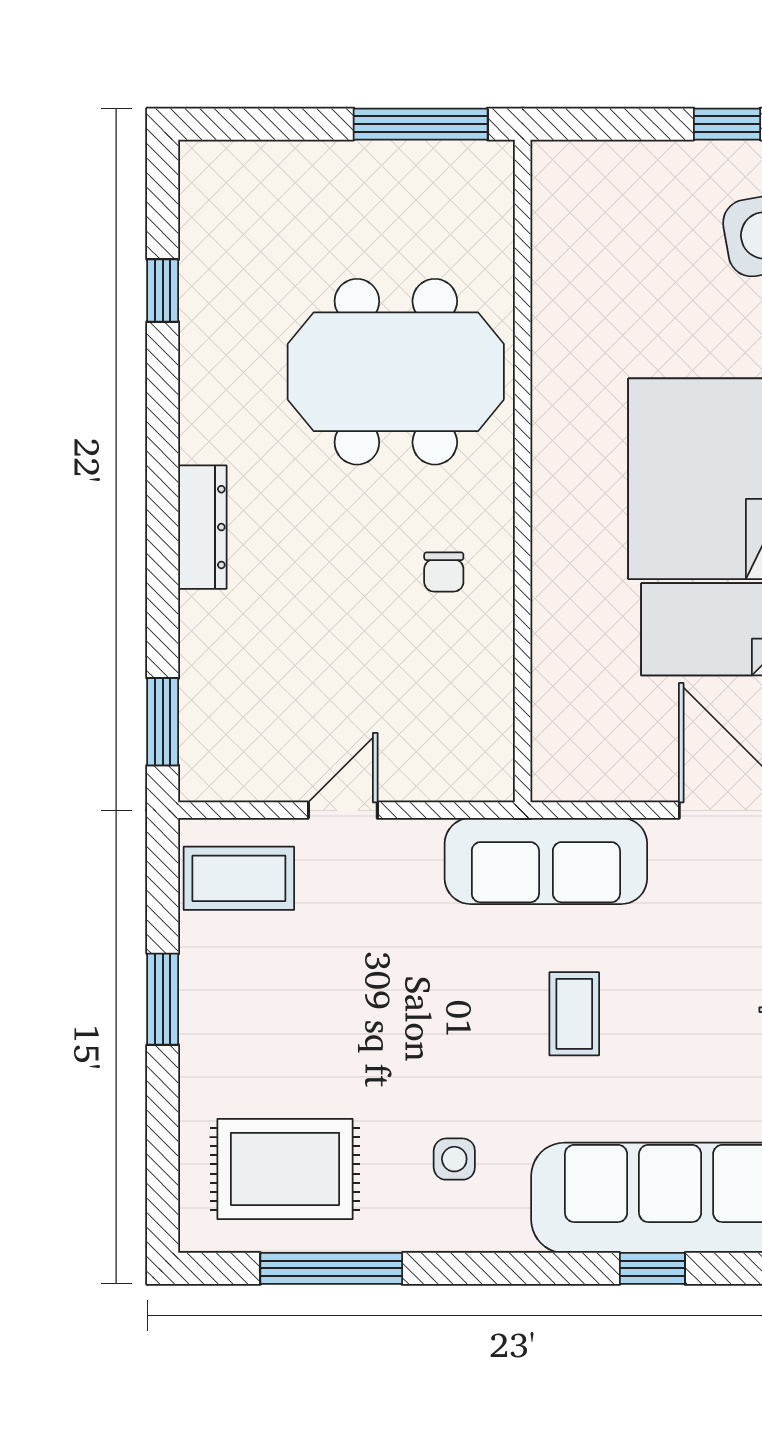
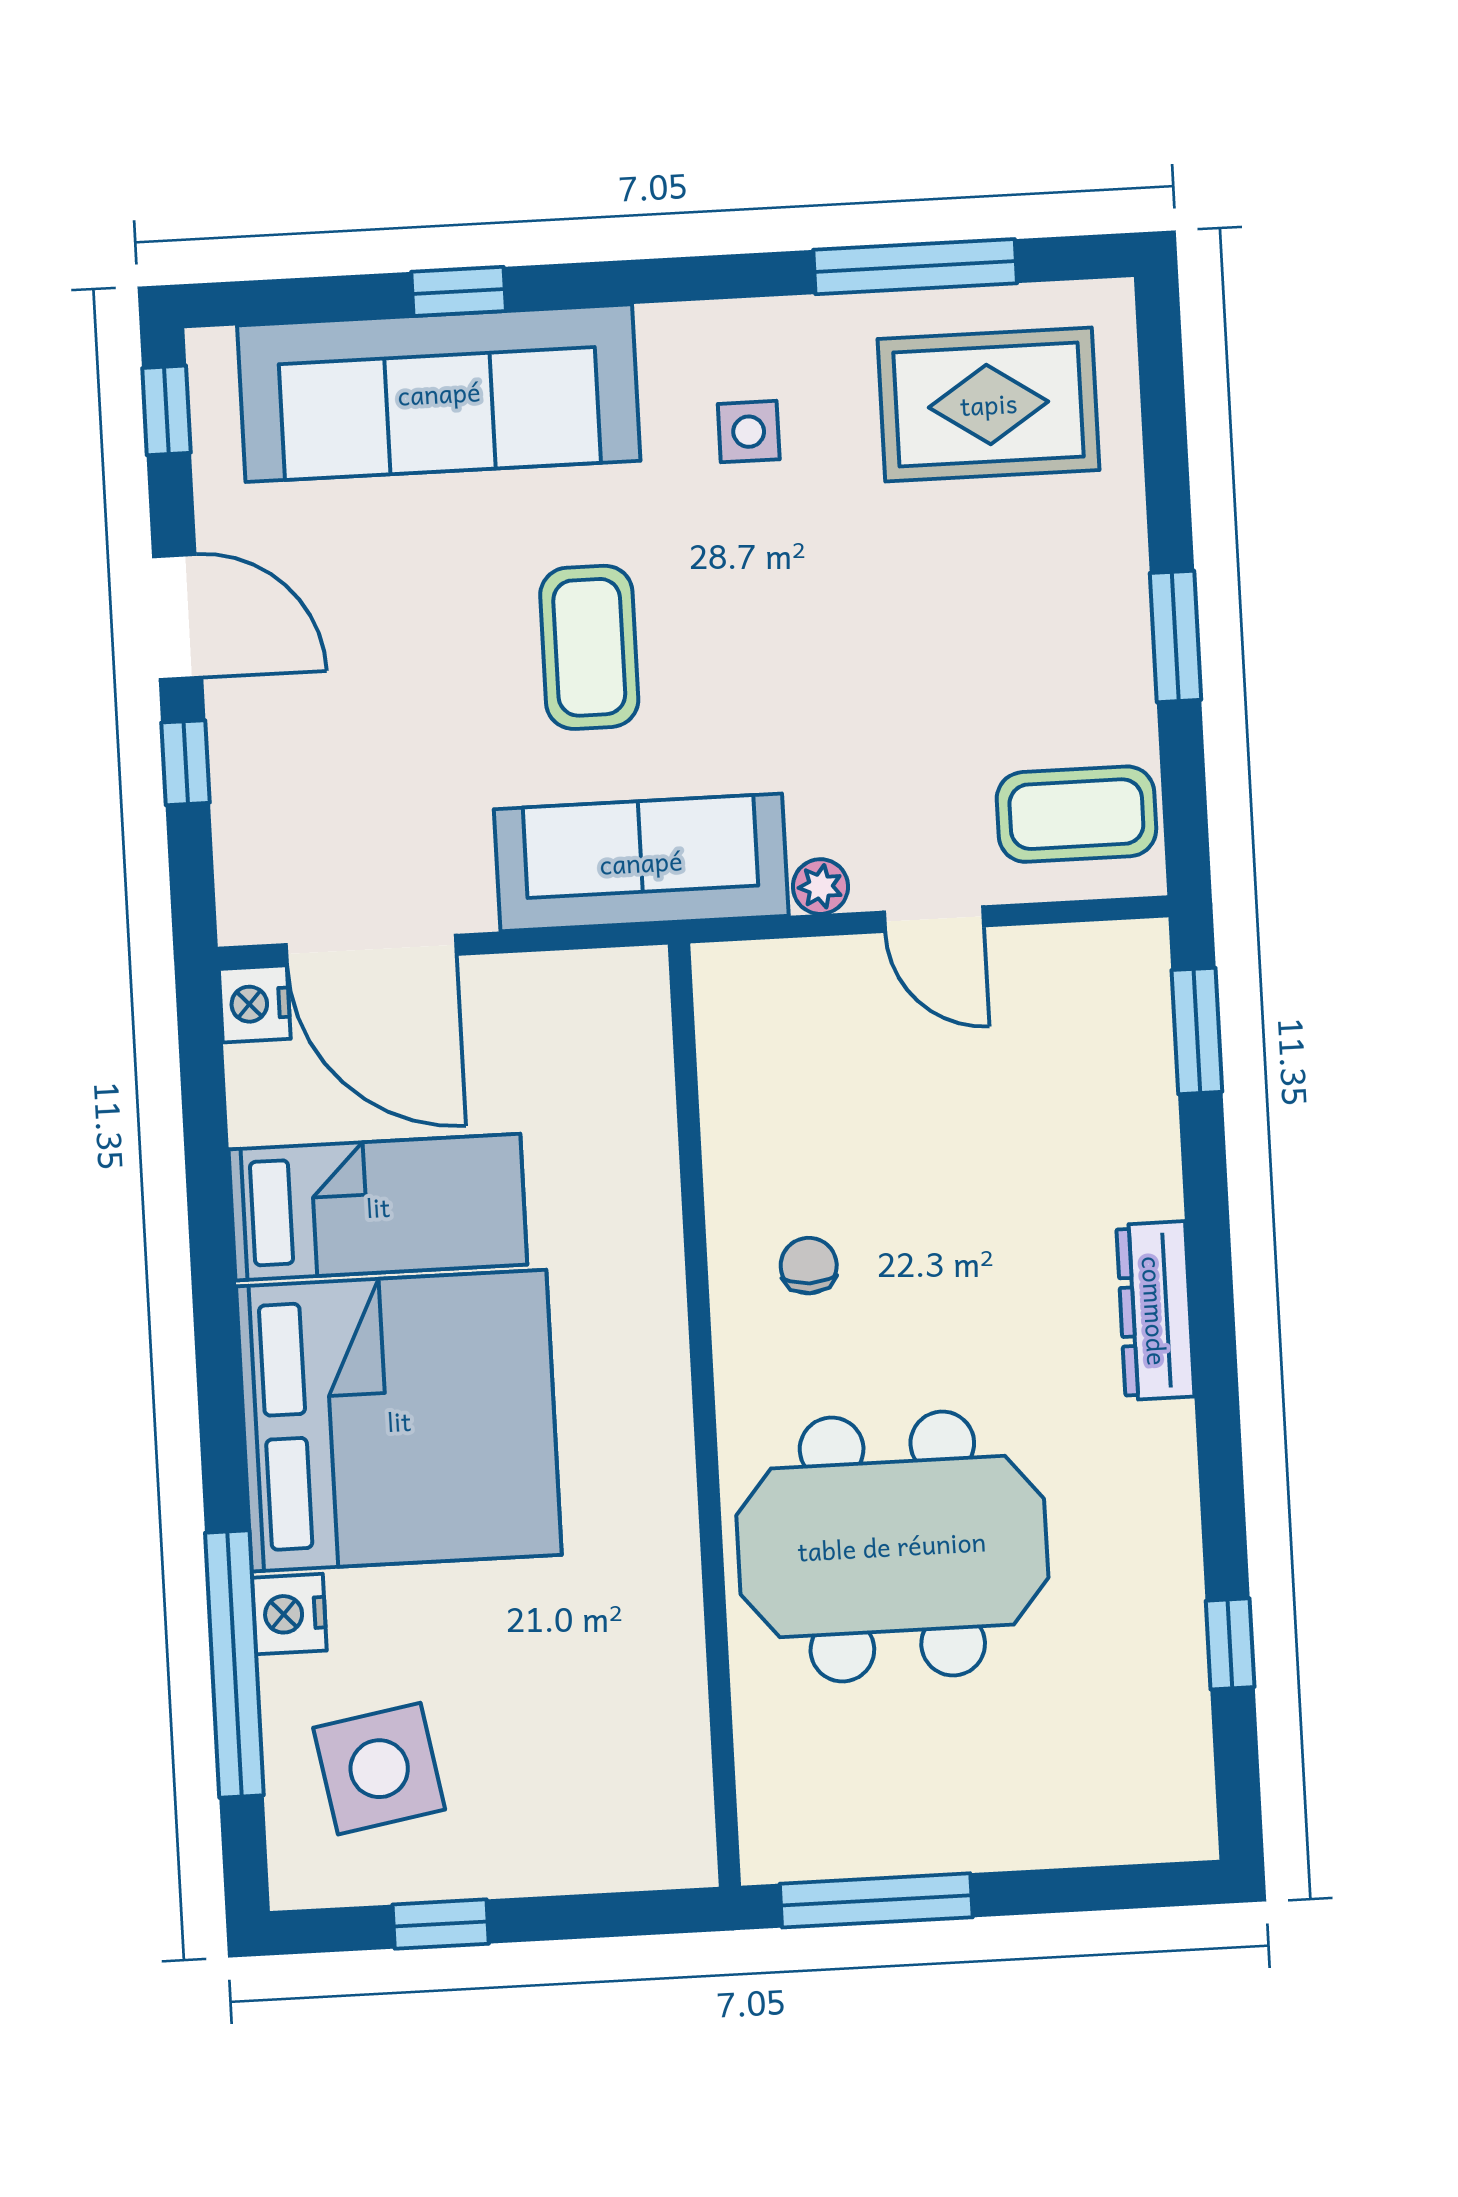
door: (343, 810) -> (934, 919), hinge flipped
plant: (421, 837) -> (820, 887), added
coffee table: (574, 1014) -> (589, 647), width x1.36, depth x1.30

